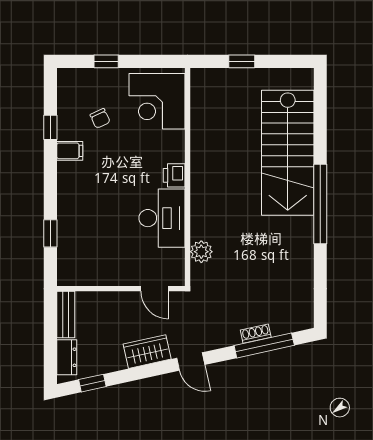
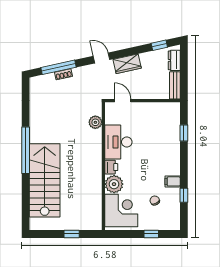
plant: (170, 146) -> (114, 184), added

